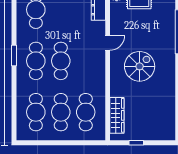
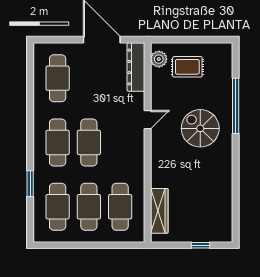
window: (14, 56) -> (30, 184), moved
spiral stairs: (140, 66) -> (200, 128), moved, turned -90
window: (136, 143) -> (200, 245), moved

